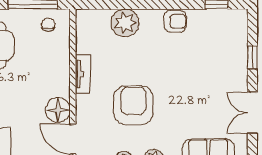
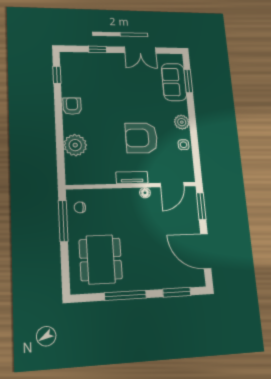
tv unit: (83, 74) -> (132, 178), moved
floor lamp: (58, 110) -> (145, 193), width x0.53, depth x0.53

